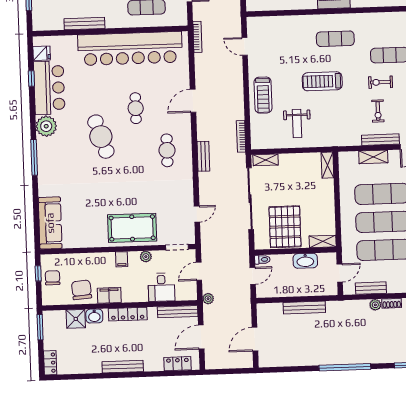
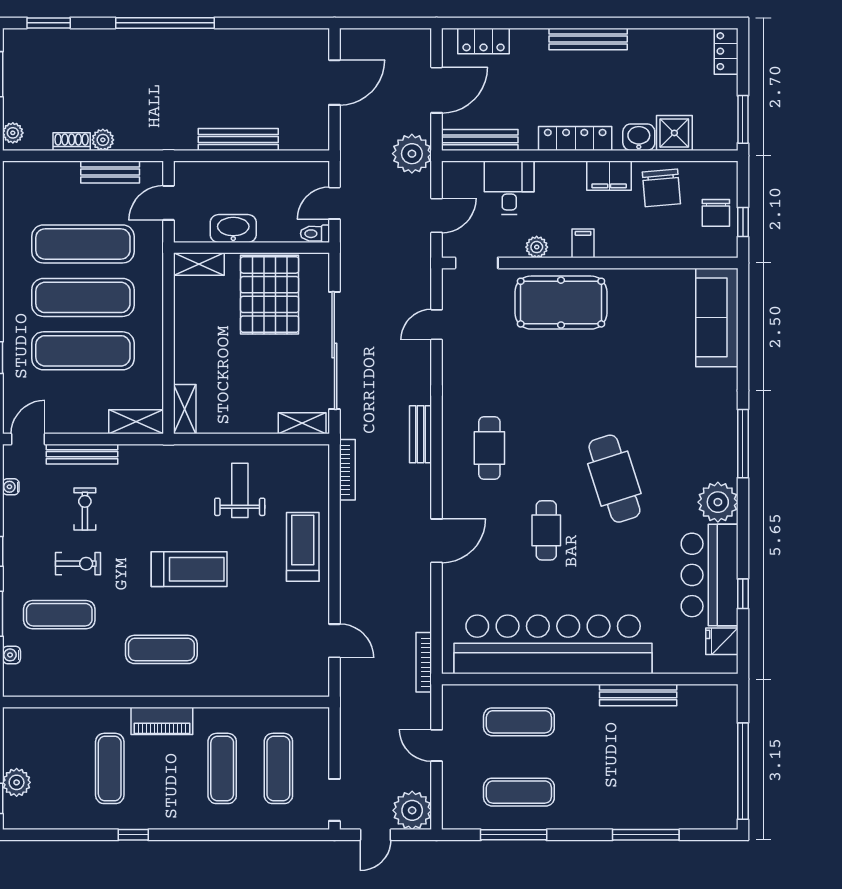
shelving: (373, 157) -> (136, 422), moved
plant: (208, 299) -> (412, 154), width x1.87, depth x1.87

